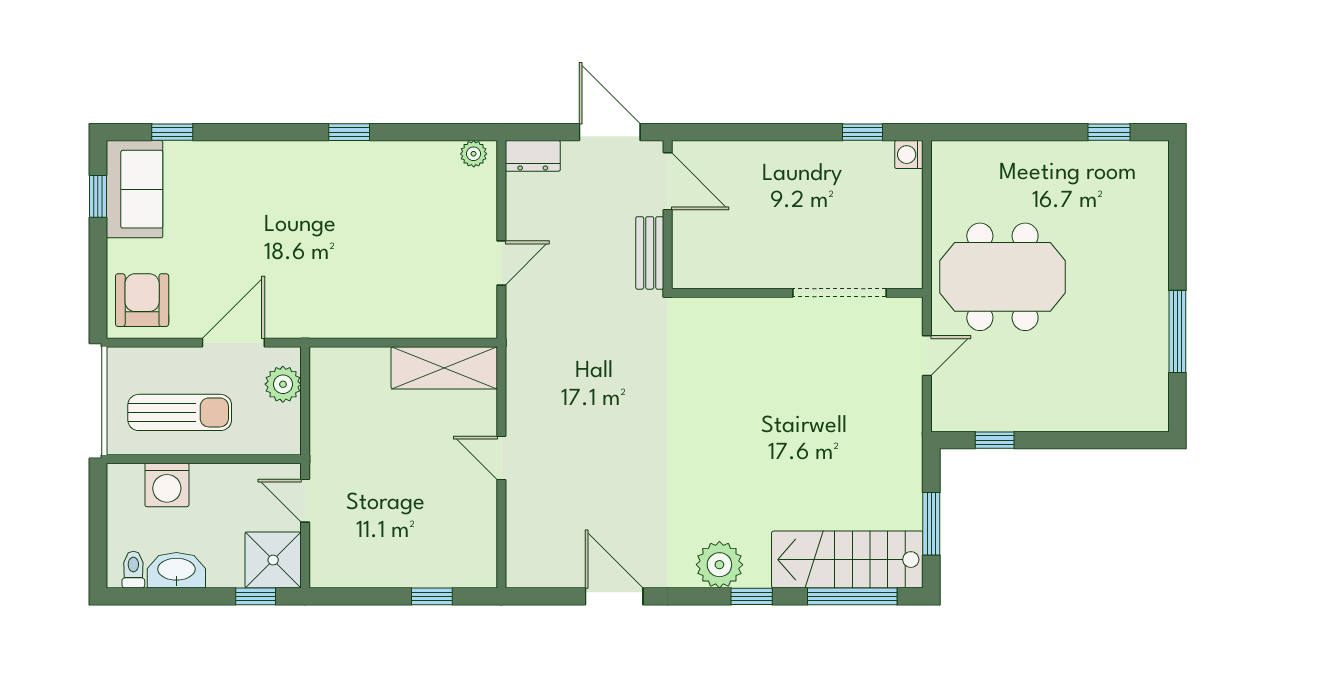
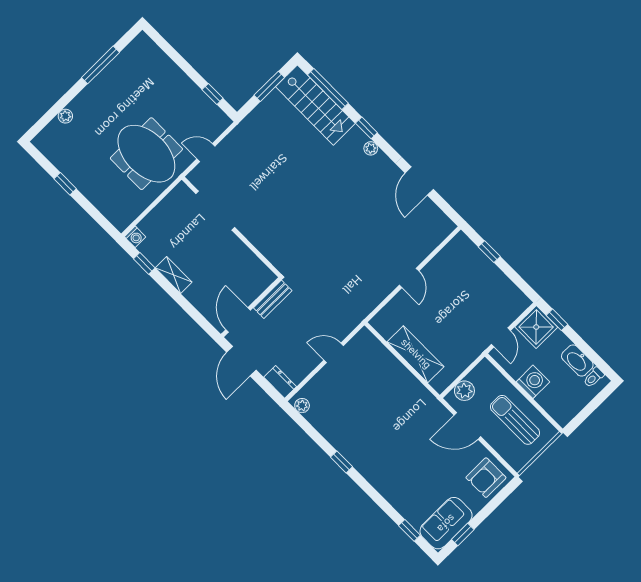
window: (1109, 132) -> (65, 184), moved
shelving: (809, 155) -> (174, 275), added
plant: (1156, 220) -> (65, 116), added
shelving: (444, 368) -> (416, 354), moved
washing machine: (167, 485) -> (533, 382), moved
plant: (719, 565) -> (371, 148), width x0.53, depth x0.53

